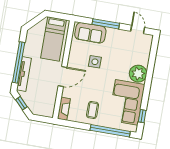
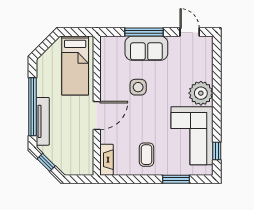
sofa: (90, 33) -> (146, 48), moved
window: (110, 131) -> (176, 179), width x0.47

